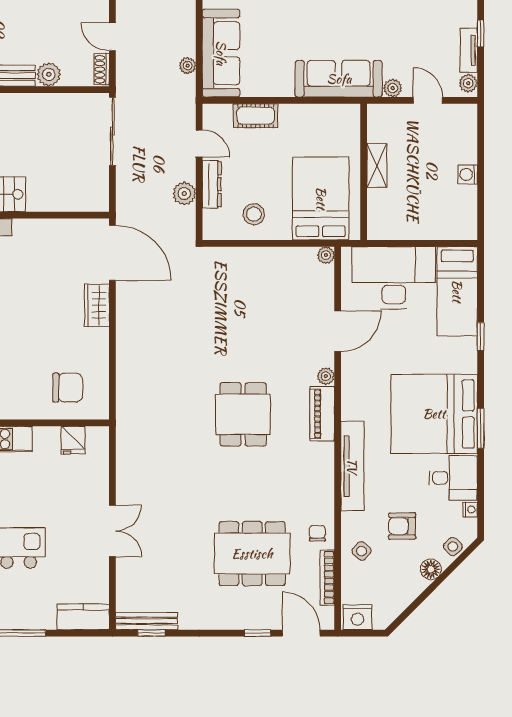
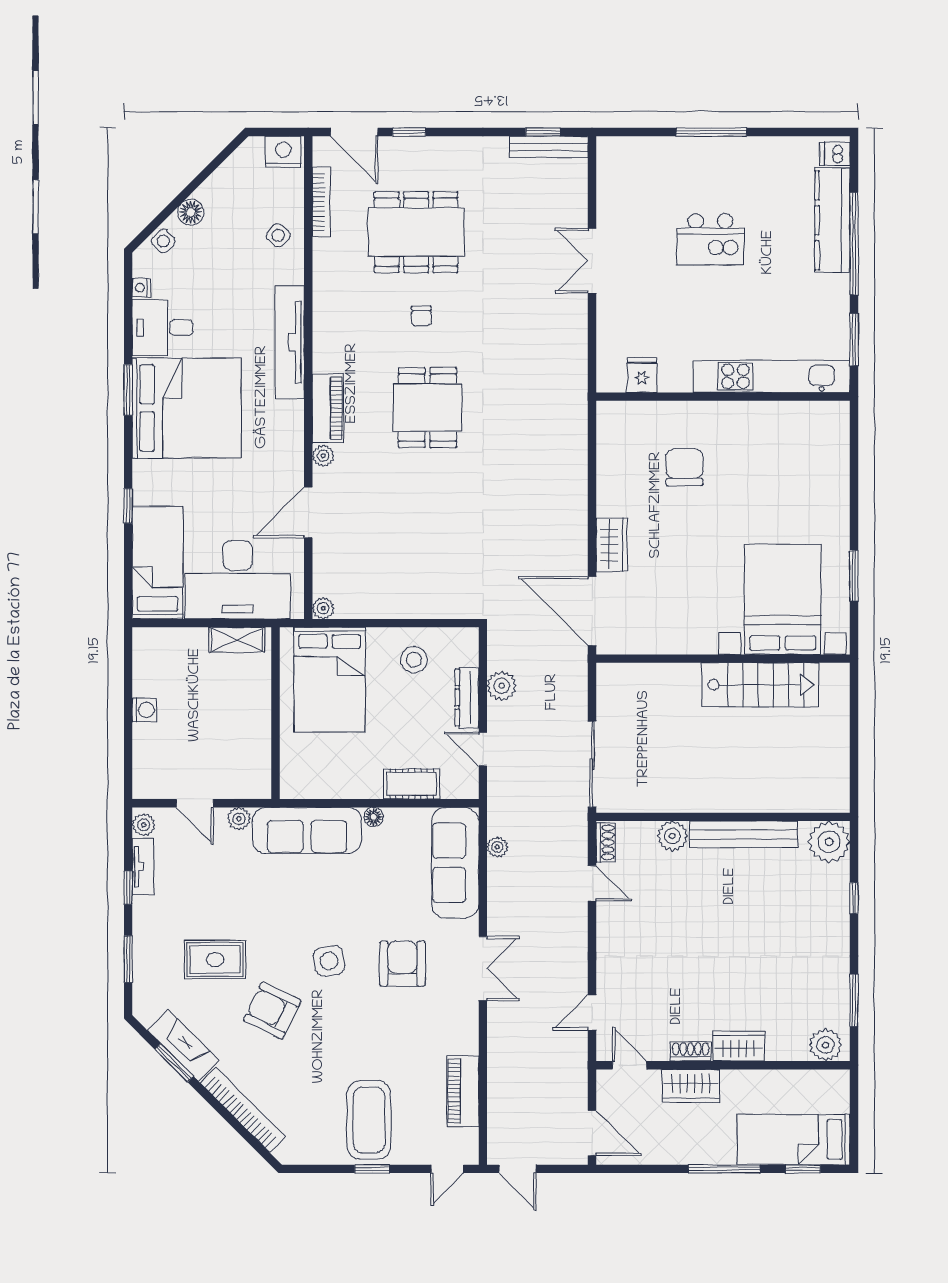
floor lamp: (286, 89) -> (373, 817), added
shelving: (377, 165) -> (237, 640), moved, turned 90
chair: (68, 388) -> (685, 467), moved, turned 90
armchair: (402, 526) -> (227, 267), removed
chair: (317, 533) -> (421, 316), moved
kitchen counter: (83, 617) -> (629, 152), removed

